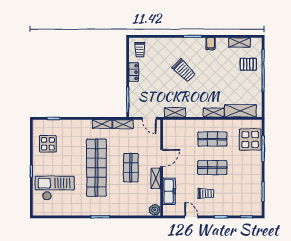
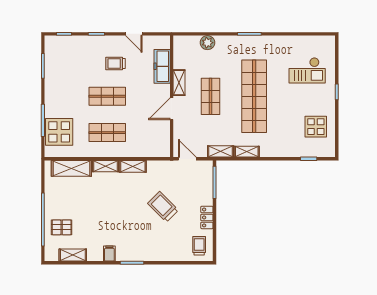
trolley: (184, 70) -> (163, 207), moved
shelving: (175, 112) -> (133, 166), moved
checkout: (55, 188) -> (307, 70), width x0.73, depth x0.83
plant: (155, 210) -> (207, 43), moved

